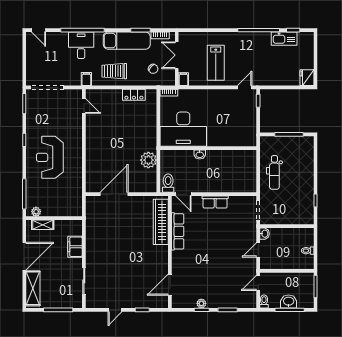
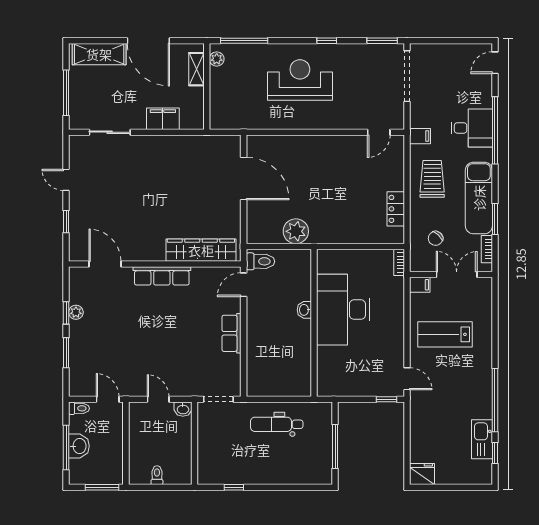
desk: (183, 129) -> (343, 310), moved
row of seats: (178, 231) -> (162, 276), moved

